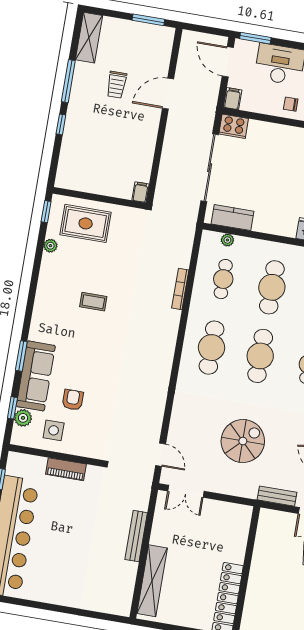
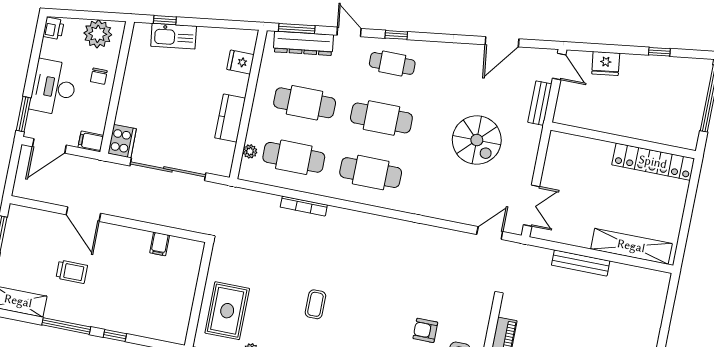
filing cabinet: (141, 192) -> (160, 244), moved, turned -90
kitchen counter: (232, 218) -> (230, 118), moved
cafe table: (223, 279) -> (294, 157), width x1.37, depth x1.35
spiral stairs: (243, 441) -> (477, 140), turned 180

